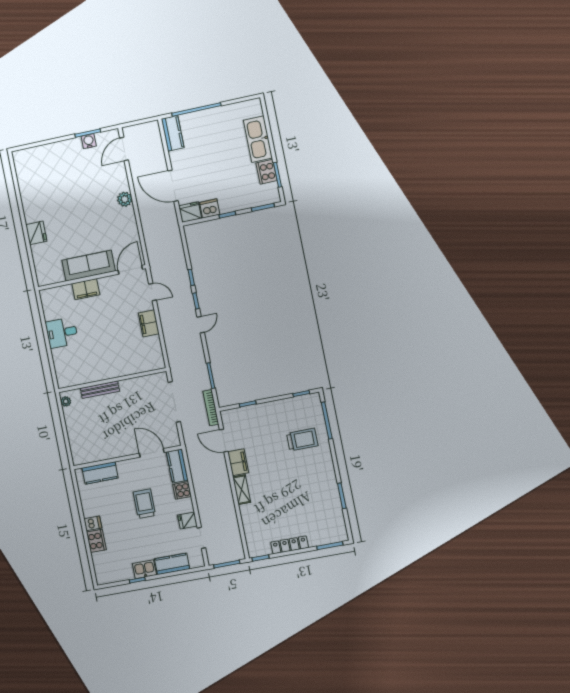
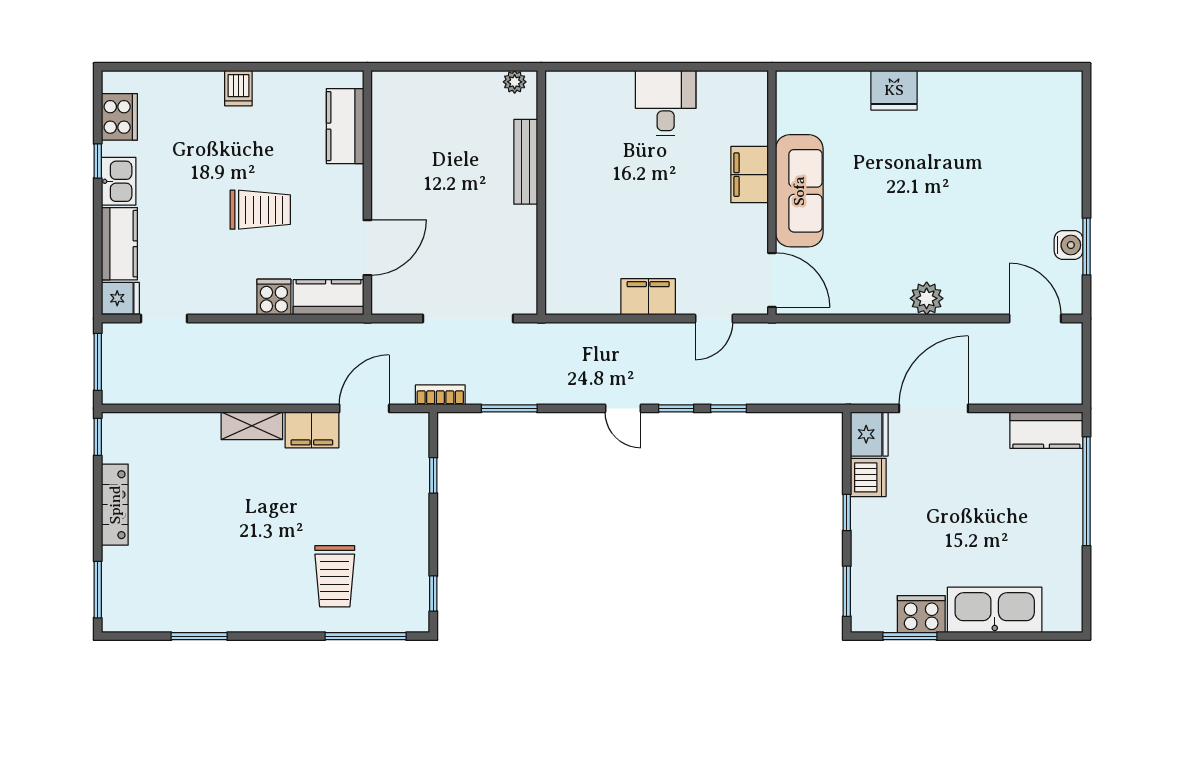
bookcase: (211, 408) -> (440, 395), width x0.64
fridge: (187, 520) -> (120, 298), moved, turned 90
cooker: (96, 541) -> (119, 117), moved, turned -90

